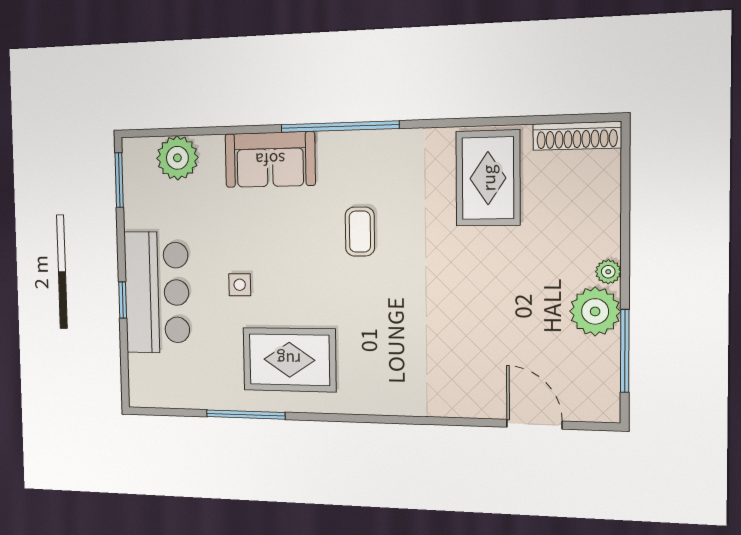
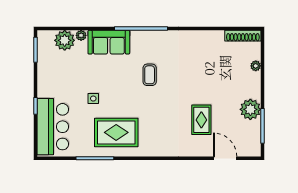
plant: (211, 146) -> (81, 35), added
rug: (488, 178) -> (201, 120), moved, width x0.73, depth x0.70
plant: (608, 272) -> (256, 66), moved
bar counter: (157, 292) -> (53, 127), moved

